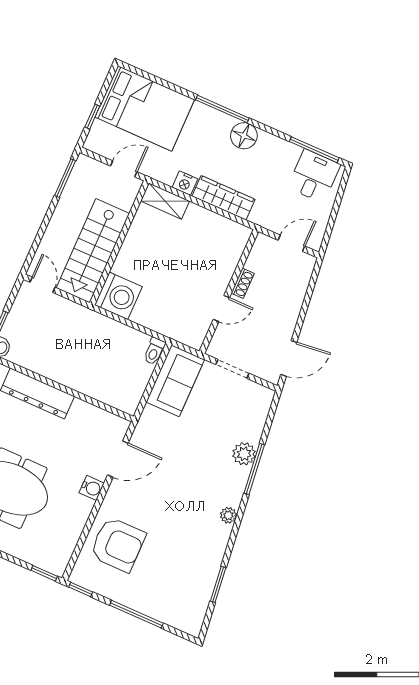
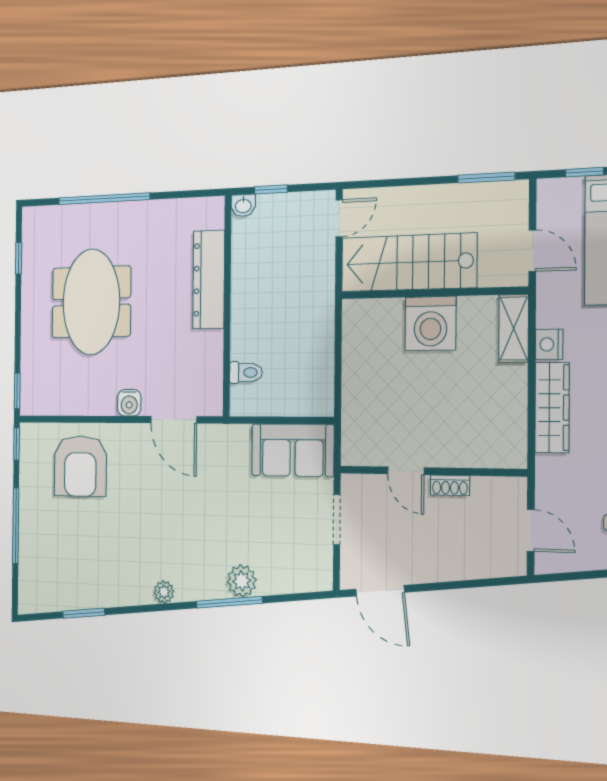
washing machine: (118, 296) -> (430, 324), moved
toilet: (154, 351) -> (246, 372), moved, turned 180

